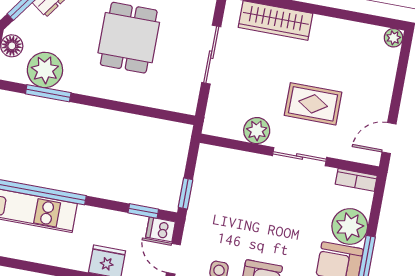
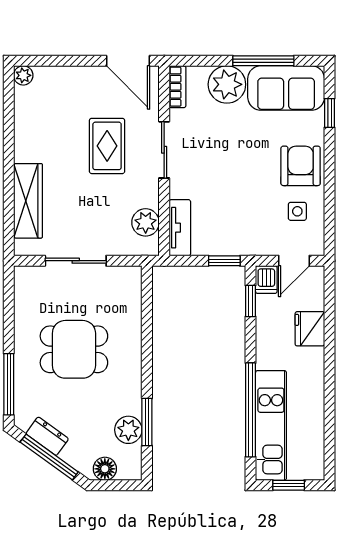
plant: (45, 70) -> (128, 430), width x0.73, depth x0.73
plant: (257, 131) -> (146, 222), moved
door: (389, 138) -> (128, 61), width x1.38
tv unit: (224, 158) -> (180, 228), added

